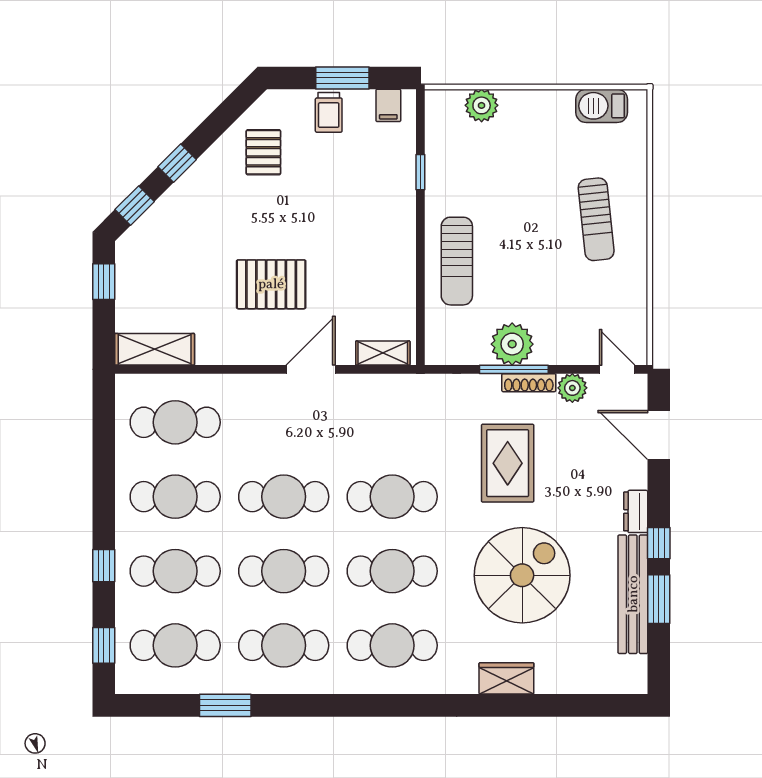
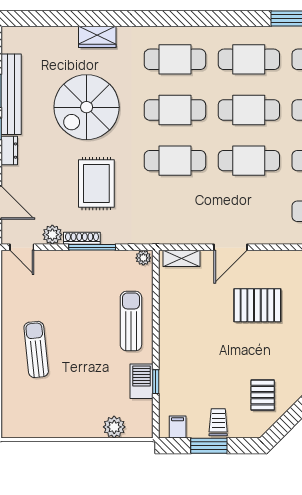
barbecue: (602, 106) -> (142, 381), moved, turned -90
plant: (512, 344) -> (143, 258), moved, width x0.53, depth x0.53

